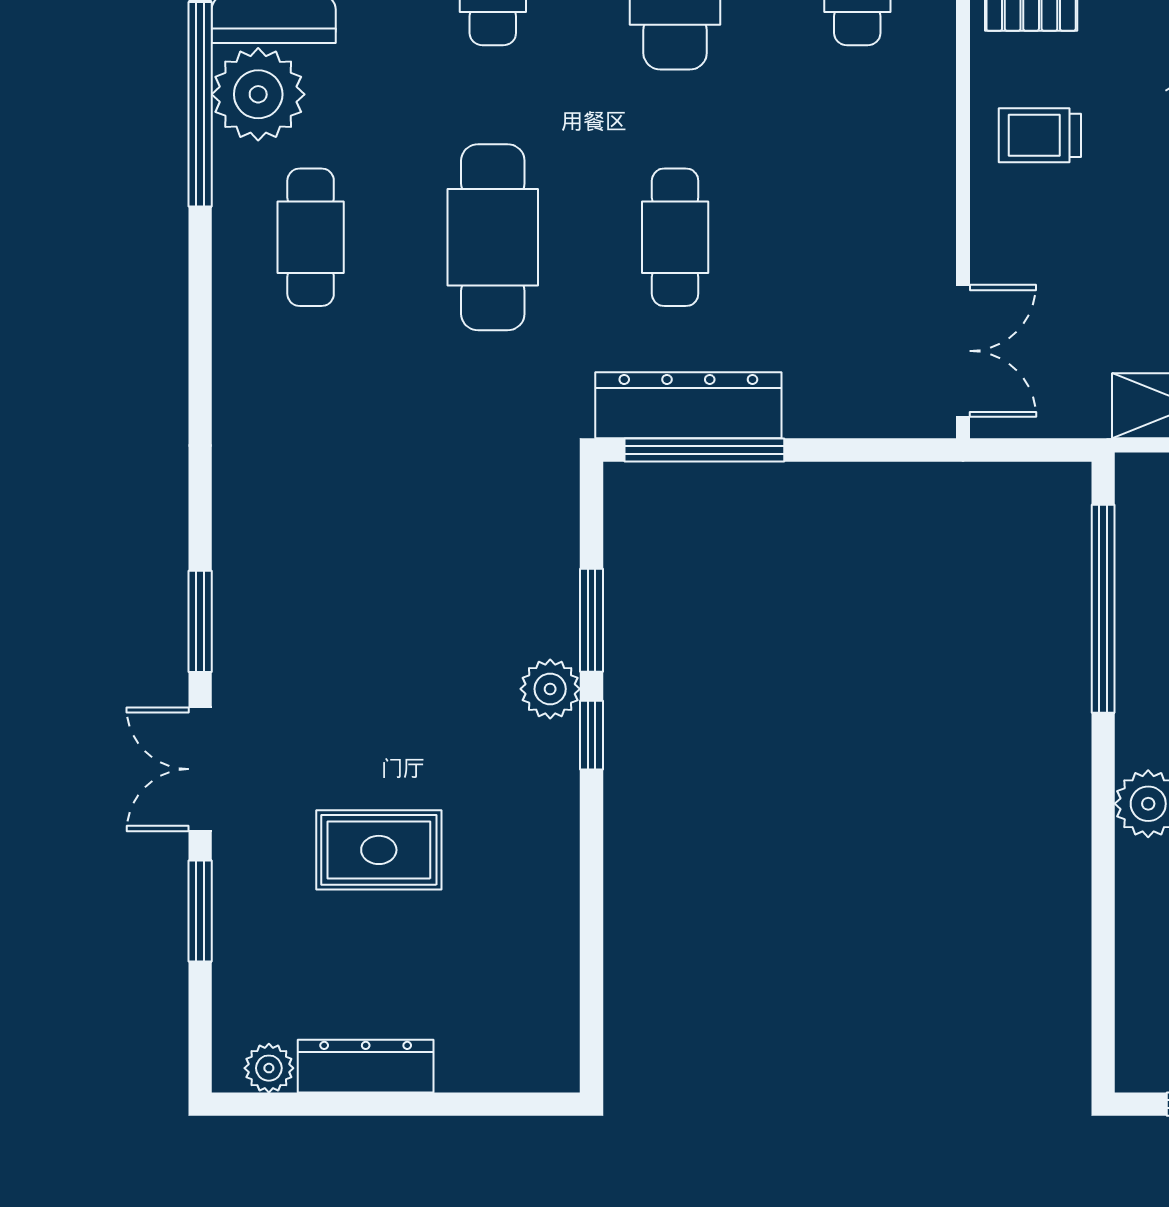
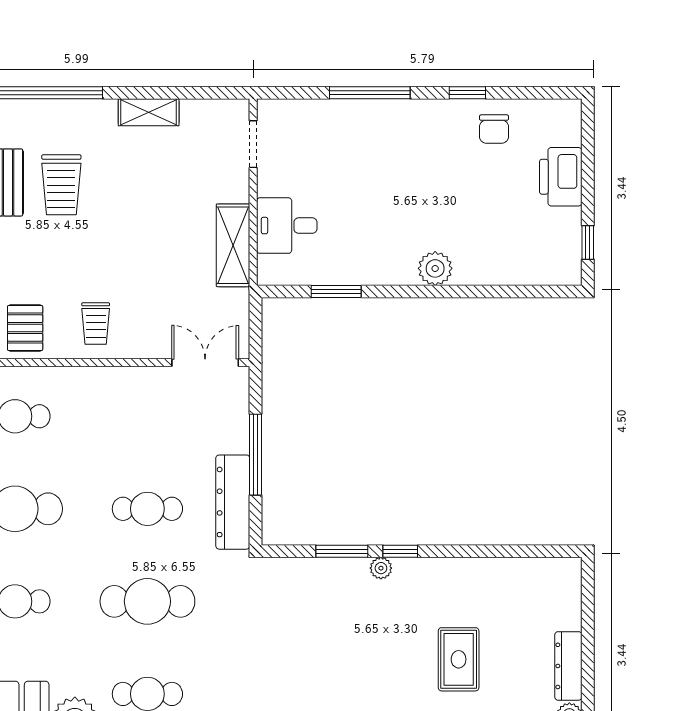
window: (704, 450) -> (255, 455), moved
window: (1103, 609) -> (336, 291), width x0.47
plant: (550, 689) -> (381, 568), width x0.73, depth x0.73

